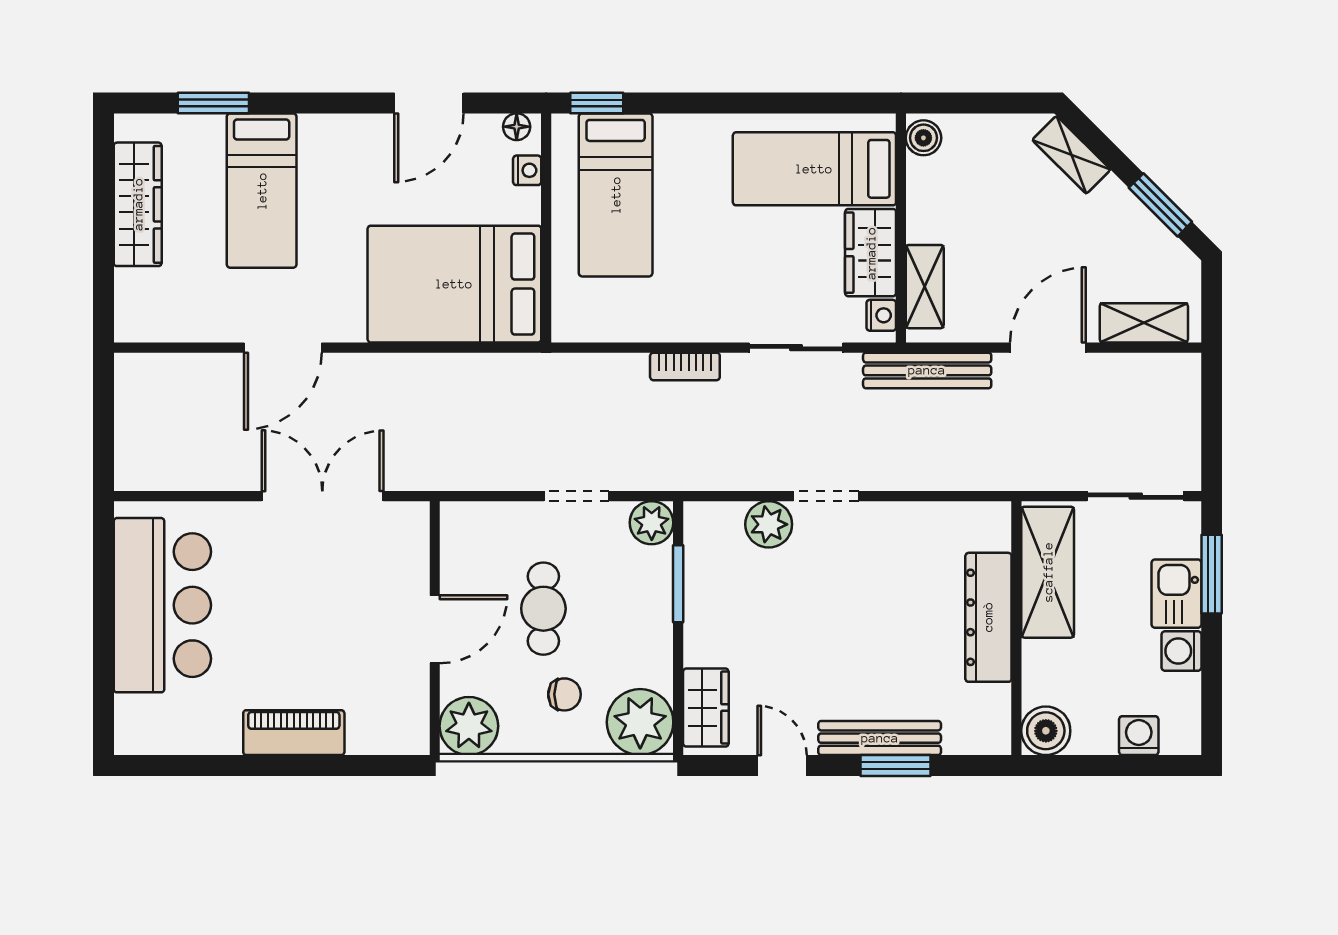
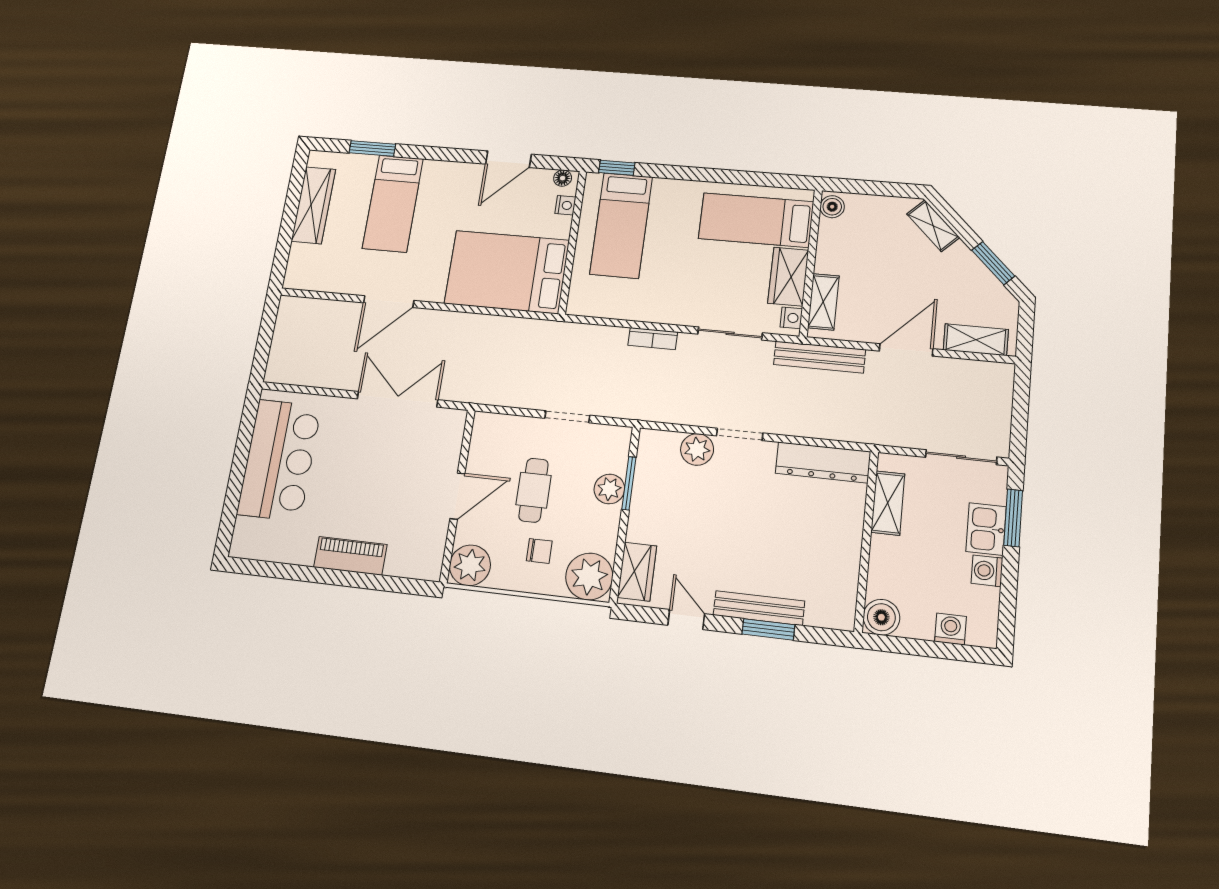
plant: (652, 523) -> (609, 489), moved
shelving: (1048, 572) -> (888, 503), width x0.67, depth x0.75
dresser: (988, 617) -> (823, 462), moved, turned -90

